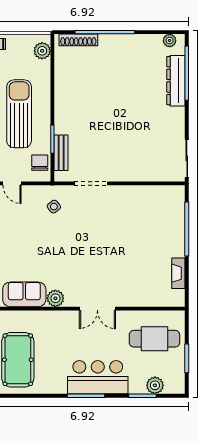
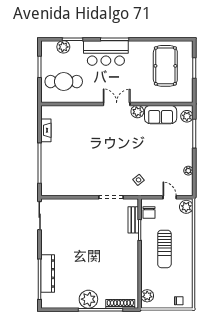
plant: (170, 40) -> (88, 299), moved, width x1.87, depth x1.87
sun lounger: (19, 114) -> (164, 249), width x0.73, depth x0.75
double door: (97, 309) -> (117, 104), moved

